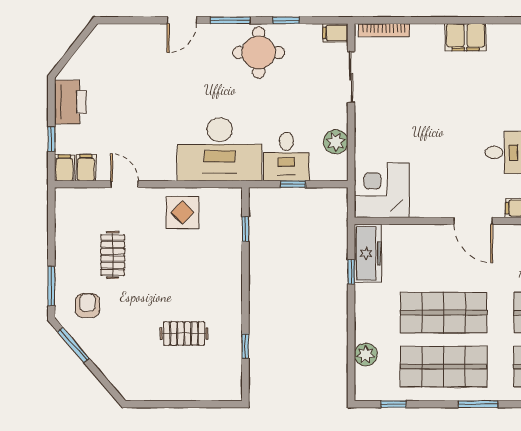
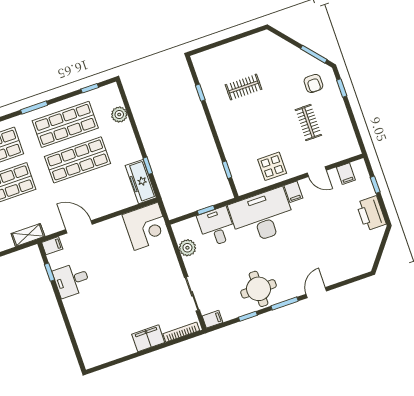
filing cabinet: (466, 37) -> (148, 338), moved
filing cabinet: (64, 168) -> (293, 192), moved
window: (51, 286) -> (342, 88), width x0.67

